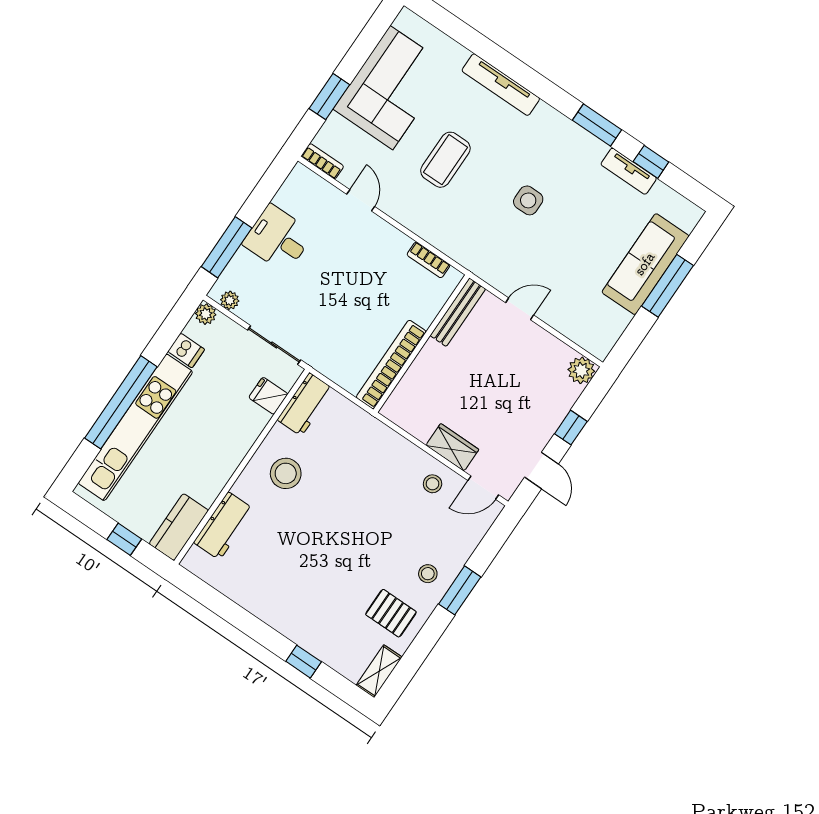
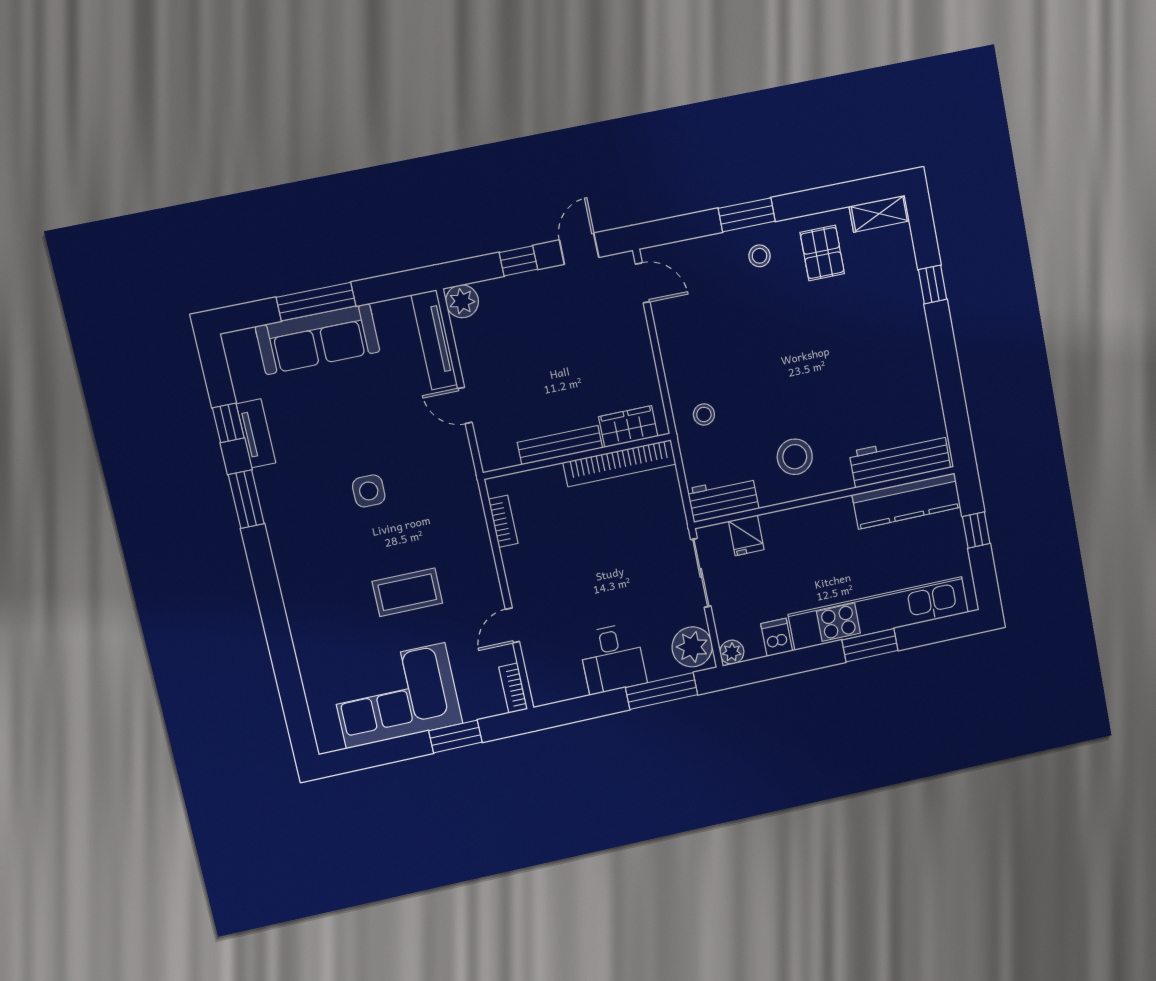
tv unit: (501, 85) -> (434, 340), moved, turned 180
plant: (230, 300) -> (692, 647), width x1.88, depth x1.88
bench: (458, 312) -> (560, 445), moved
window: (121, 402) -> (870, 645), width x0.47
wardrobe: (452, 447) -> (628, 427), moved, turned 90
stool: (433, 484) -> (704, 414), moved
workbench: (224, 526) -> (900, 460), width x1.38
kitchen counter: (179, 527) -> (907, 501), width x1.50

